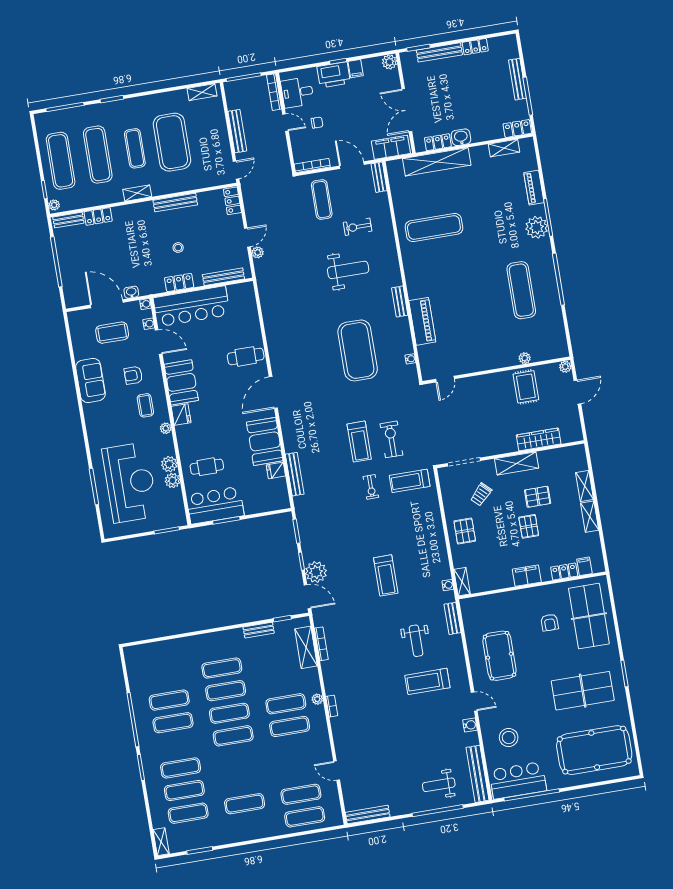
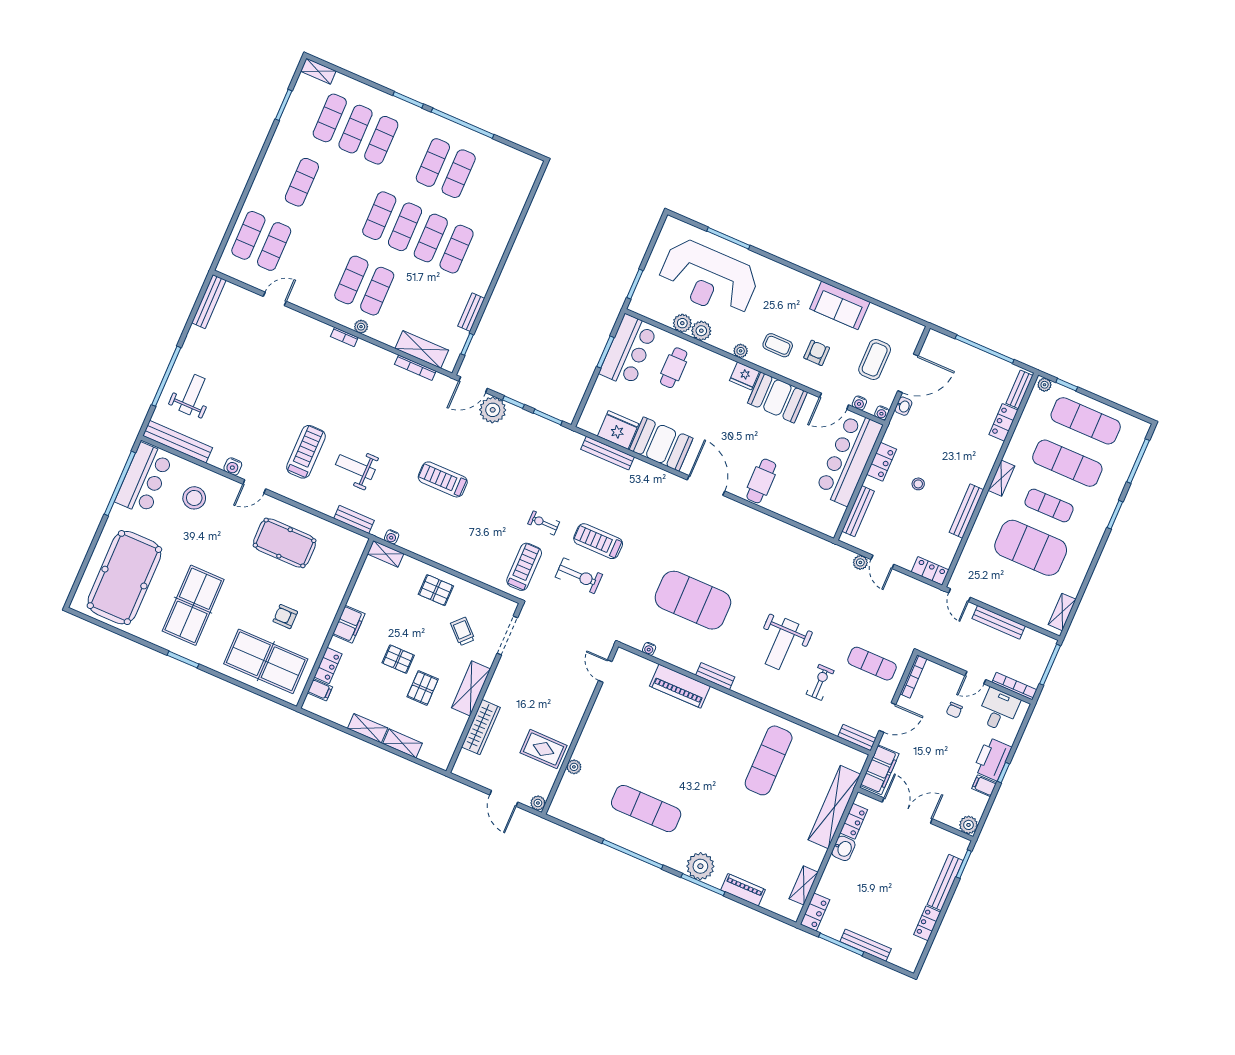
fridge: (276, 470) -> (618, 430), width x1.88, depth x1.34

